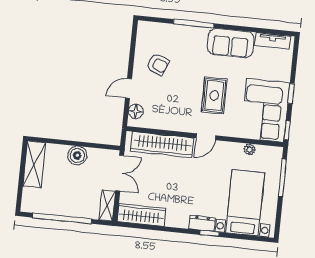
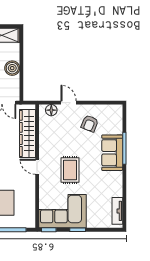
sofa: (231, 43) -> (112, 153), moved
rug: (214, 95) -> (70, 170), turned 90
plant: (250, 149) -> (31, 202), removed

